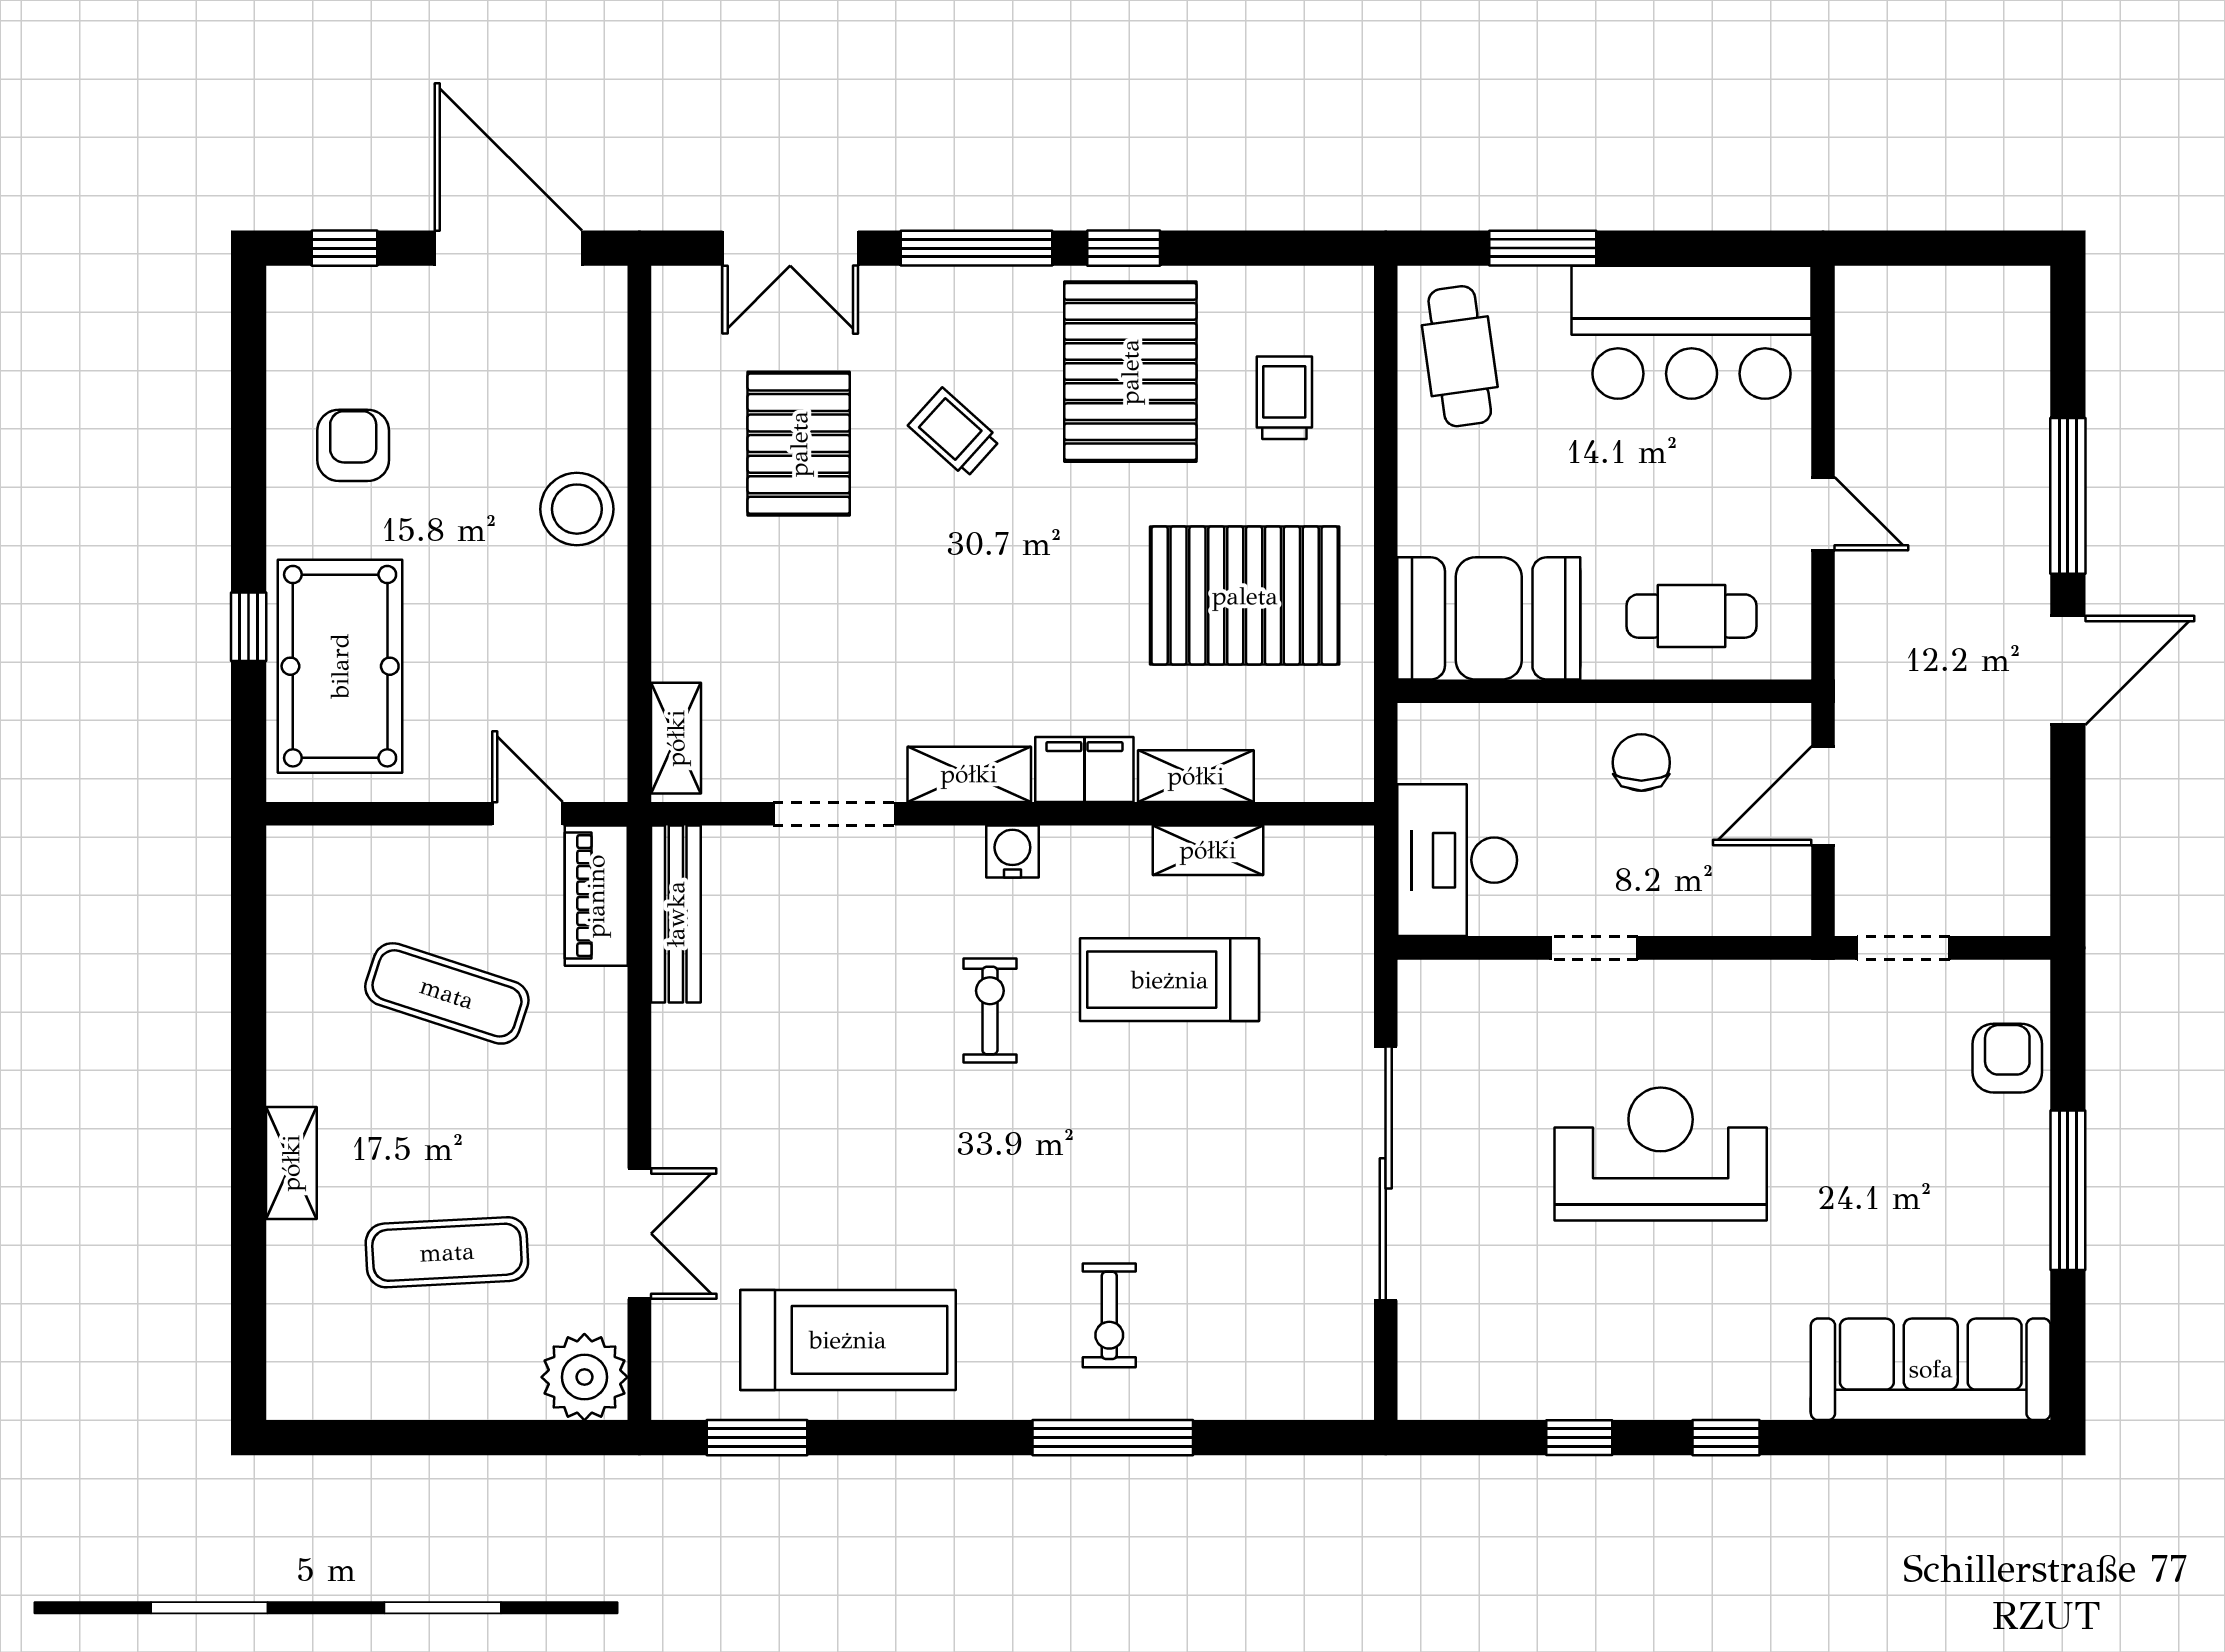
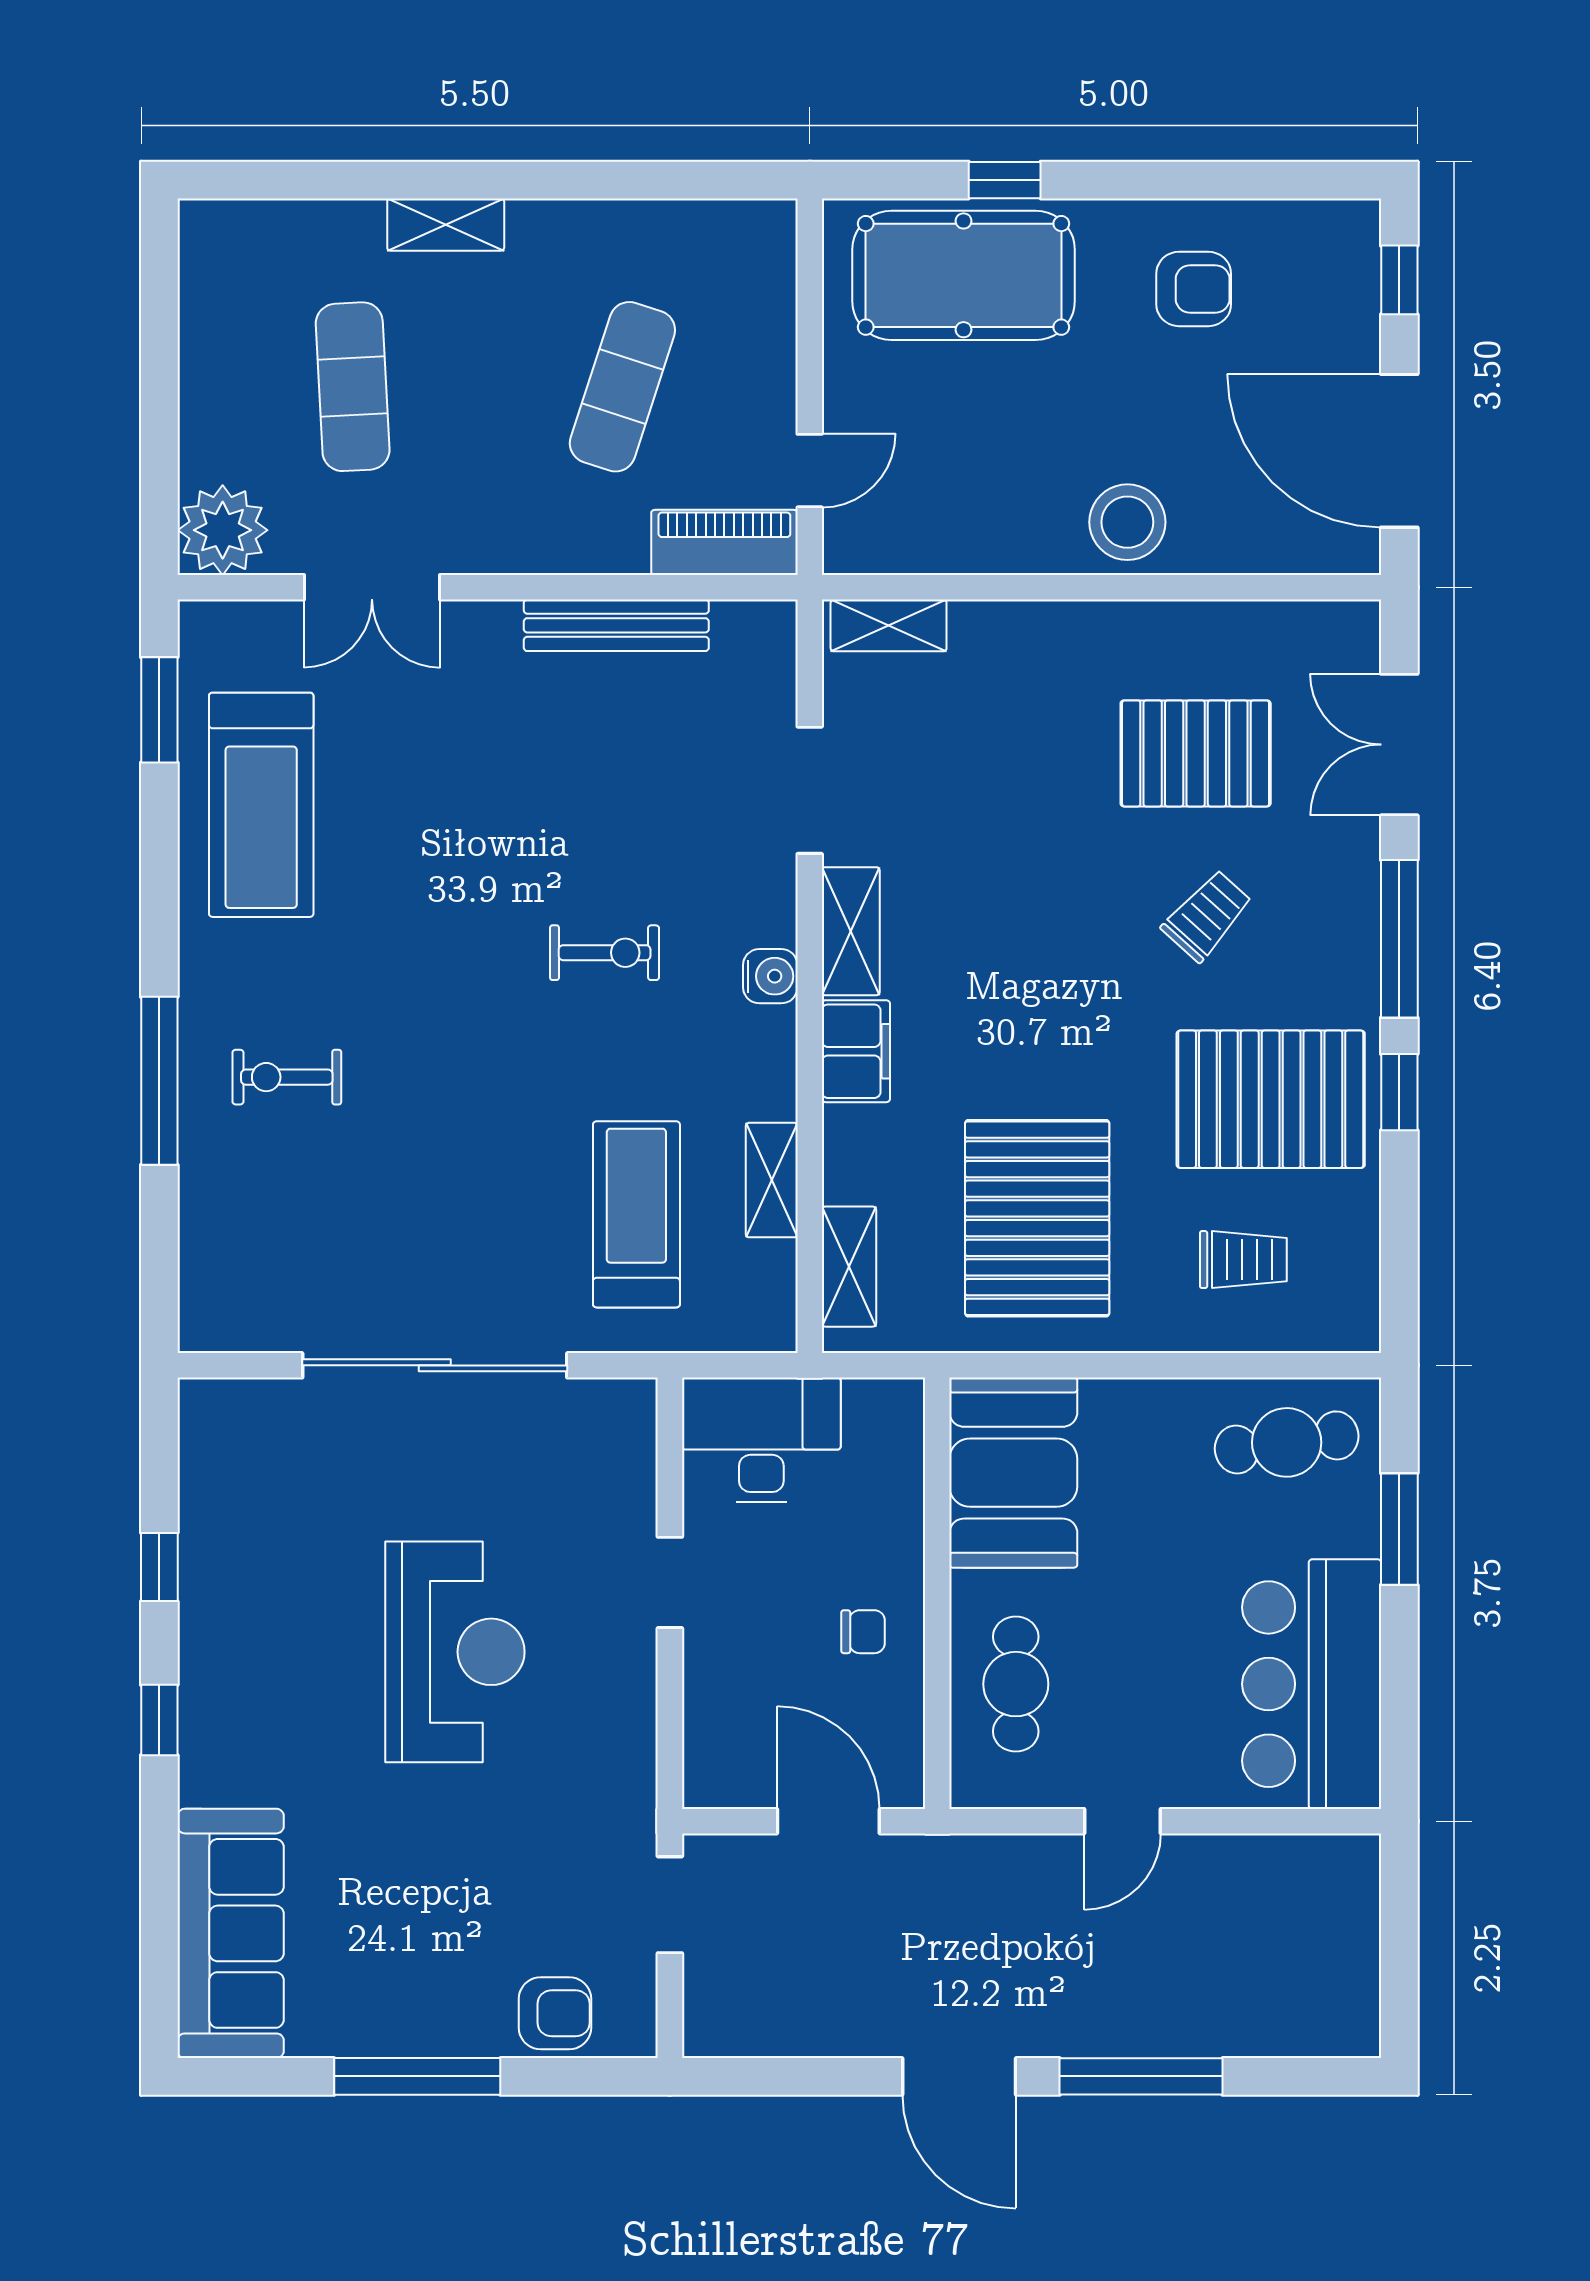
door: (508, 248) -> (1399, 451), swing flipped
chair: (1641, 763) -> (863, 1632), width x0.73, depth x0.73
shelving: (1196, 776) -> (849, 1267), moved
bench: (676, 914) -> (616, 625), moved
treadmill: (1170, 980) -> (636, 1214), moved

